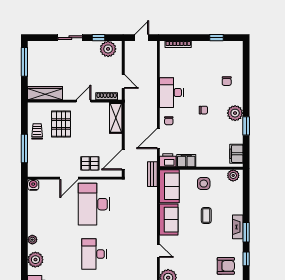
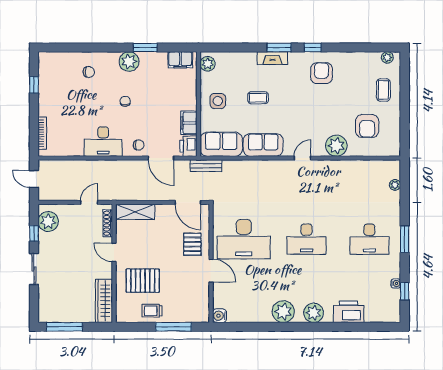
plant: (32, 240) -> (283, 312), width x1.87, depth x1.87

